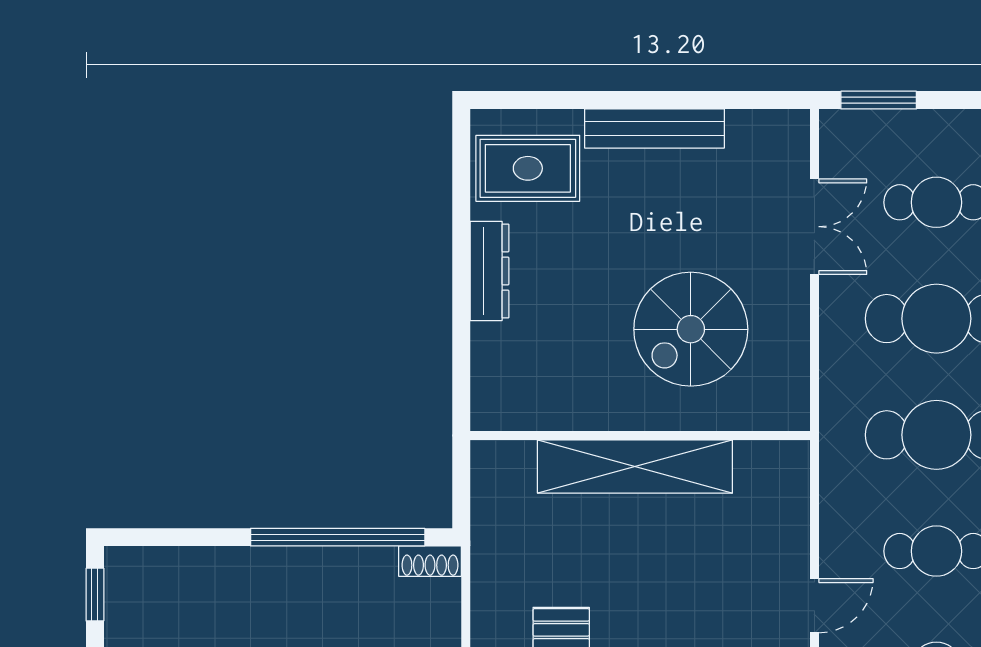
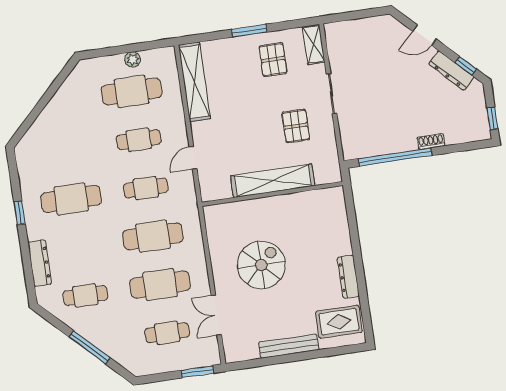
wall: (640, 436) -> (272, 194), moved
shelving: (635, 467) -> (273, 181), moved
shoe rack: (430, 561) -> (431, 142), moved

